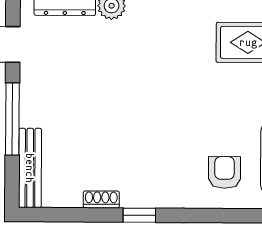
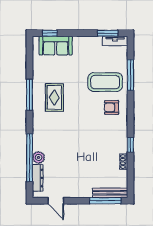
window: (12, 119) -> (105, 201), moved

